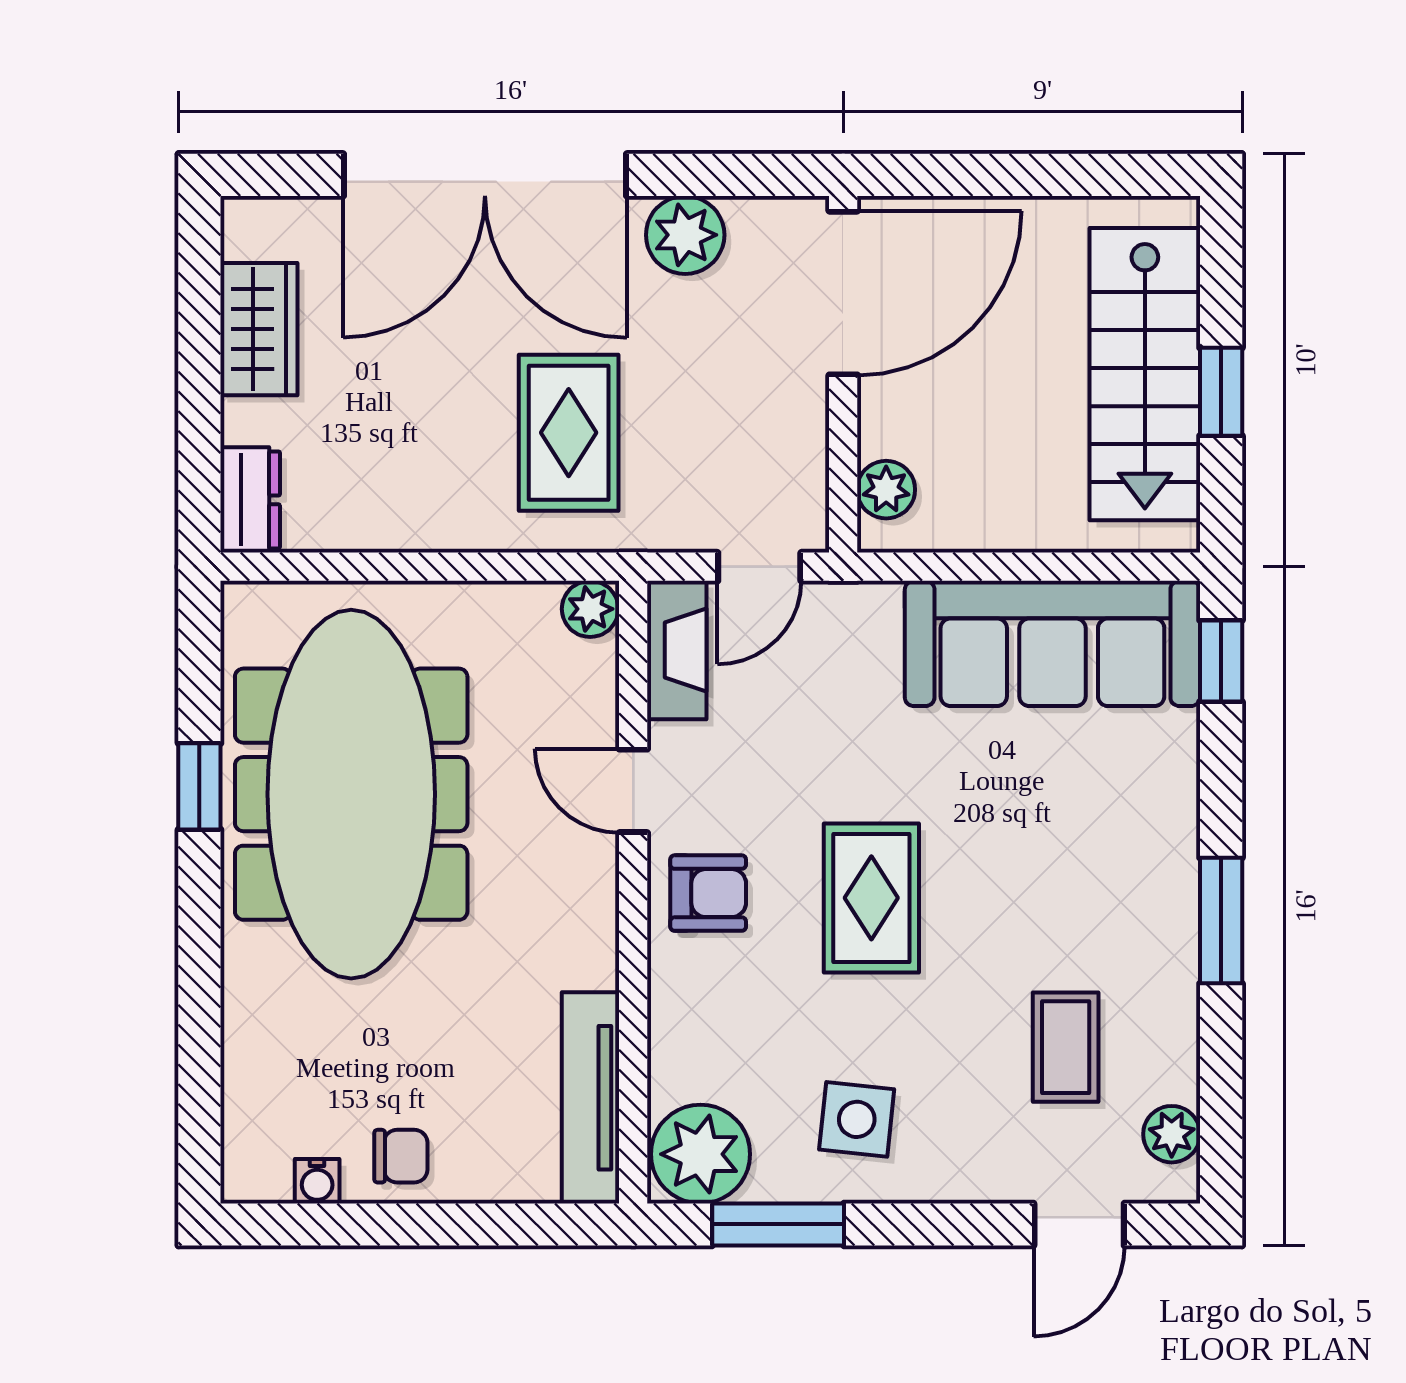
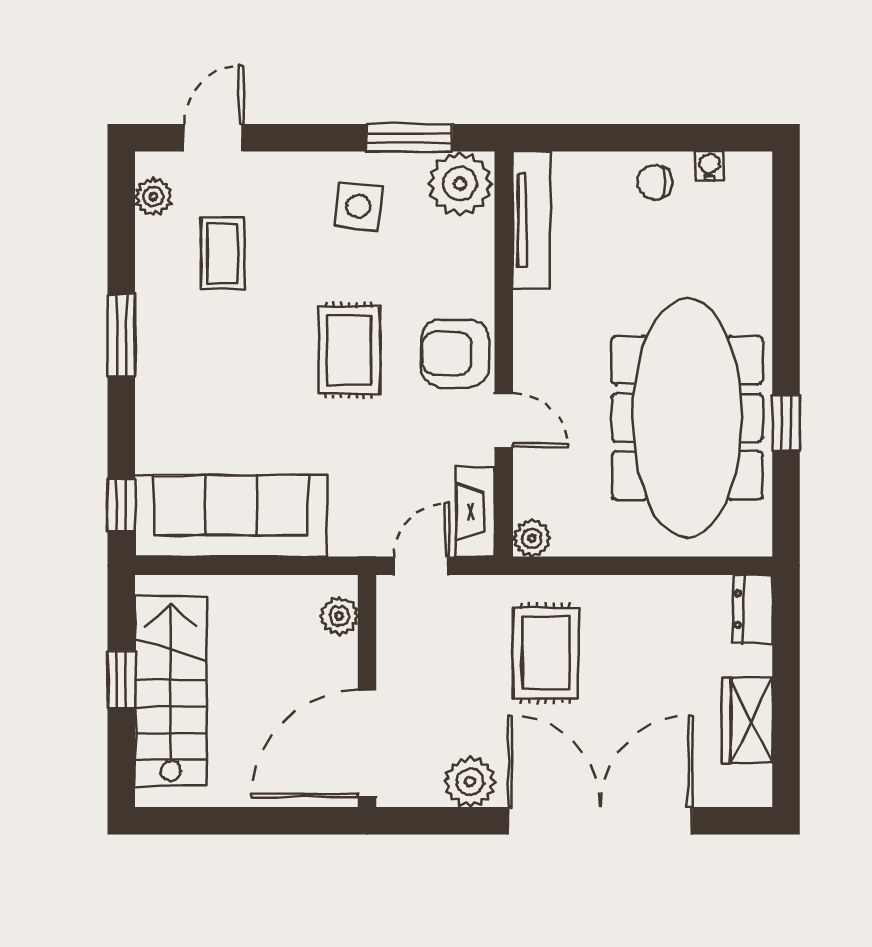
armchair: (708, 893) -> (455, 353), width x1.38, depth x1.38

